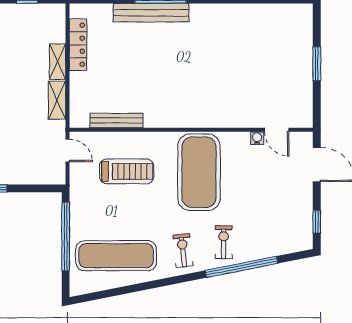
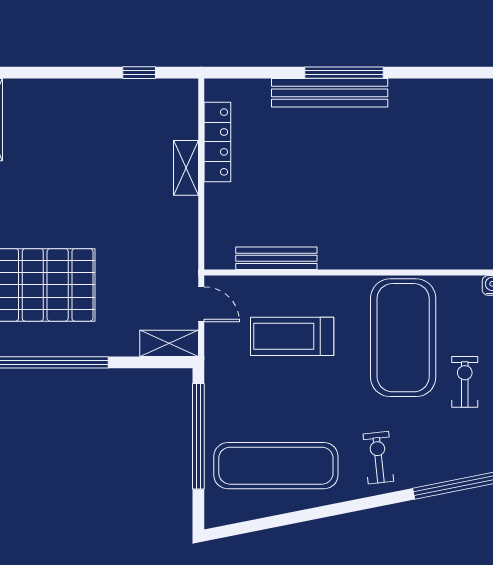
shelving: (57, 100) -> (169, 343), moved, turned 90
treadmill: (127, 171) -> (292, 336), turned 180
exercise bike: (224, 242) -> (465, 382), moved

